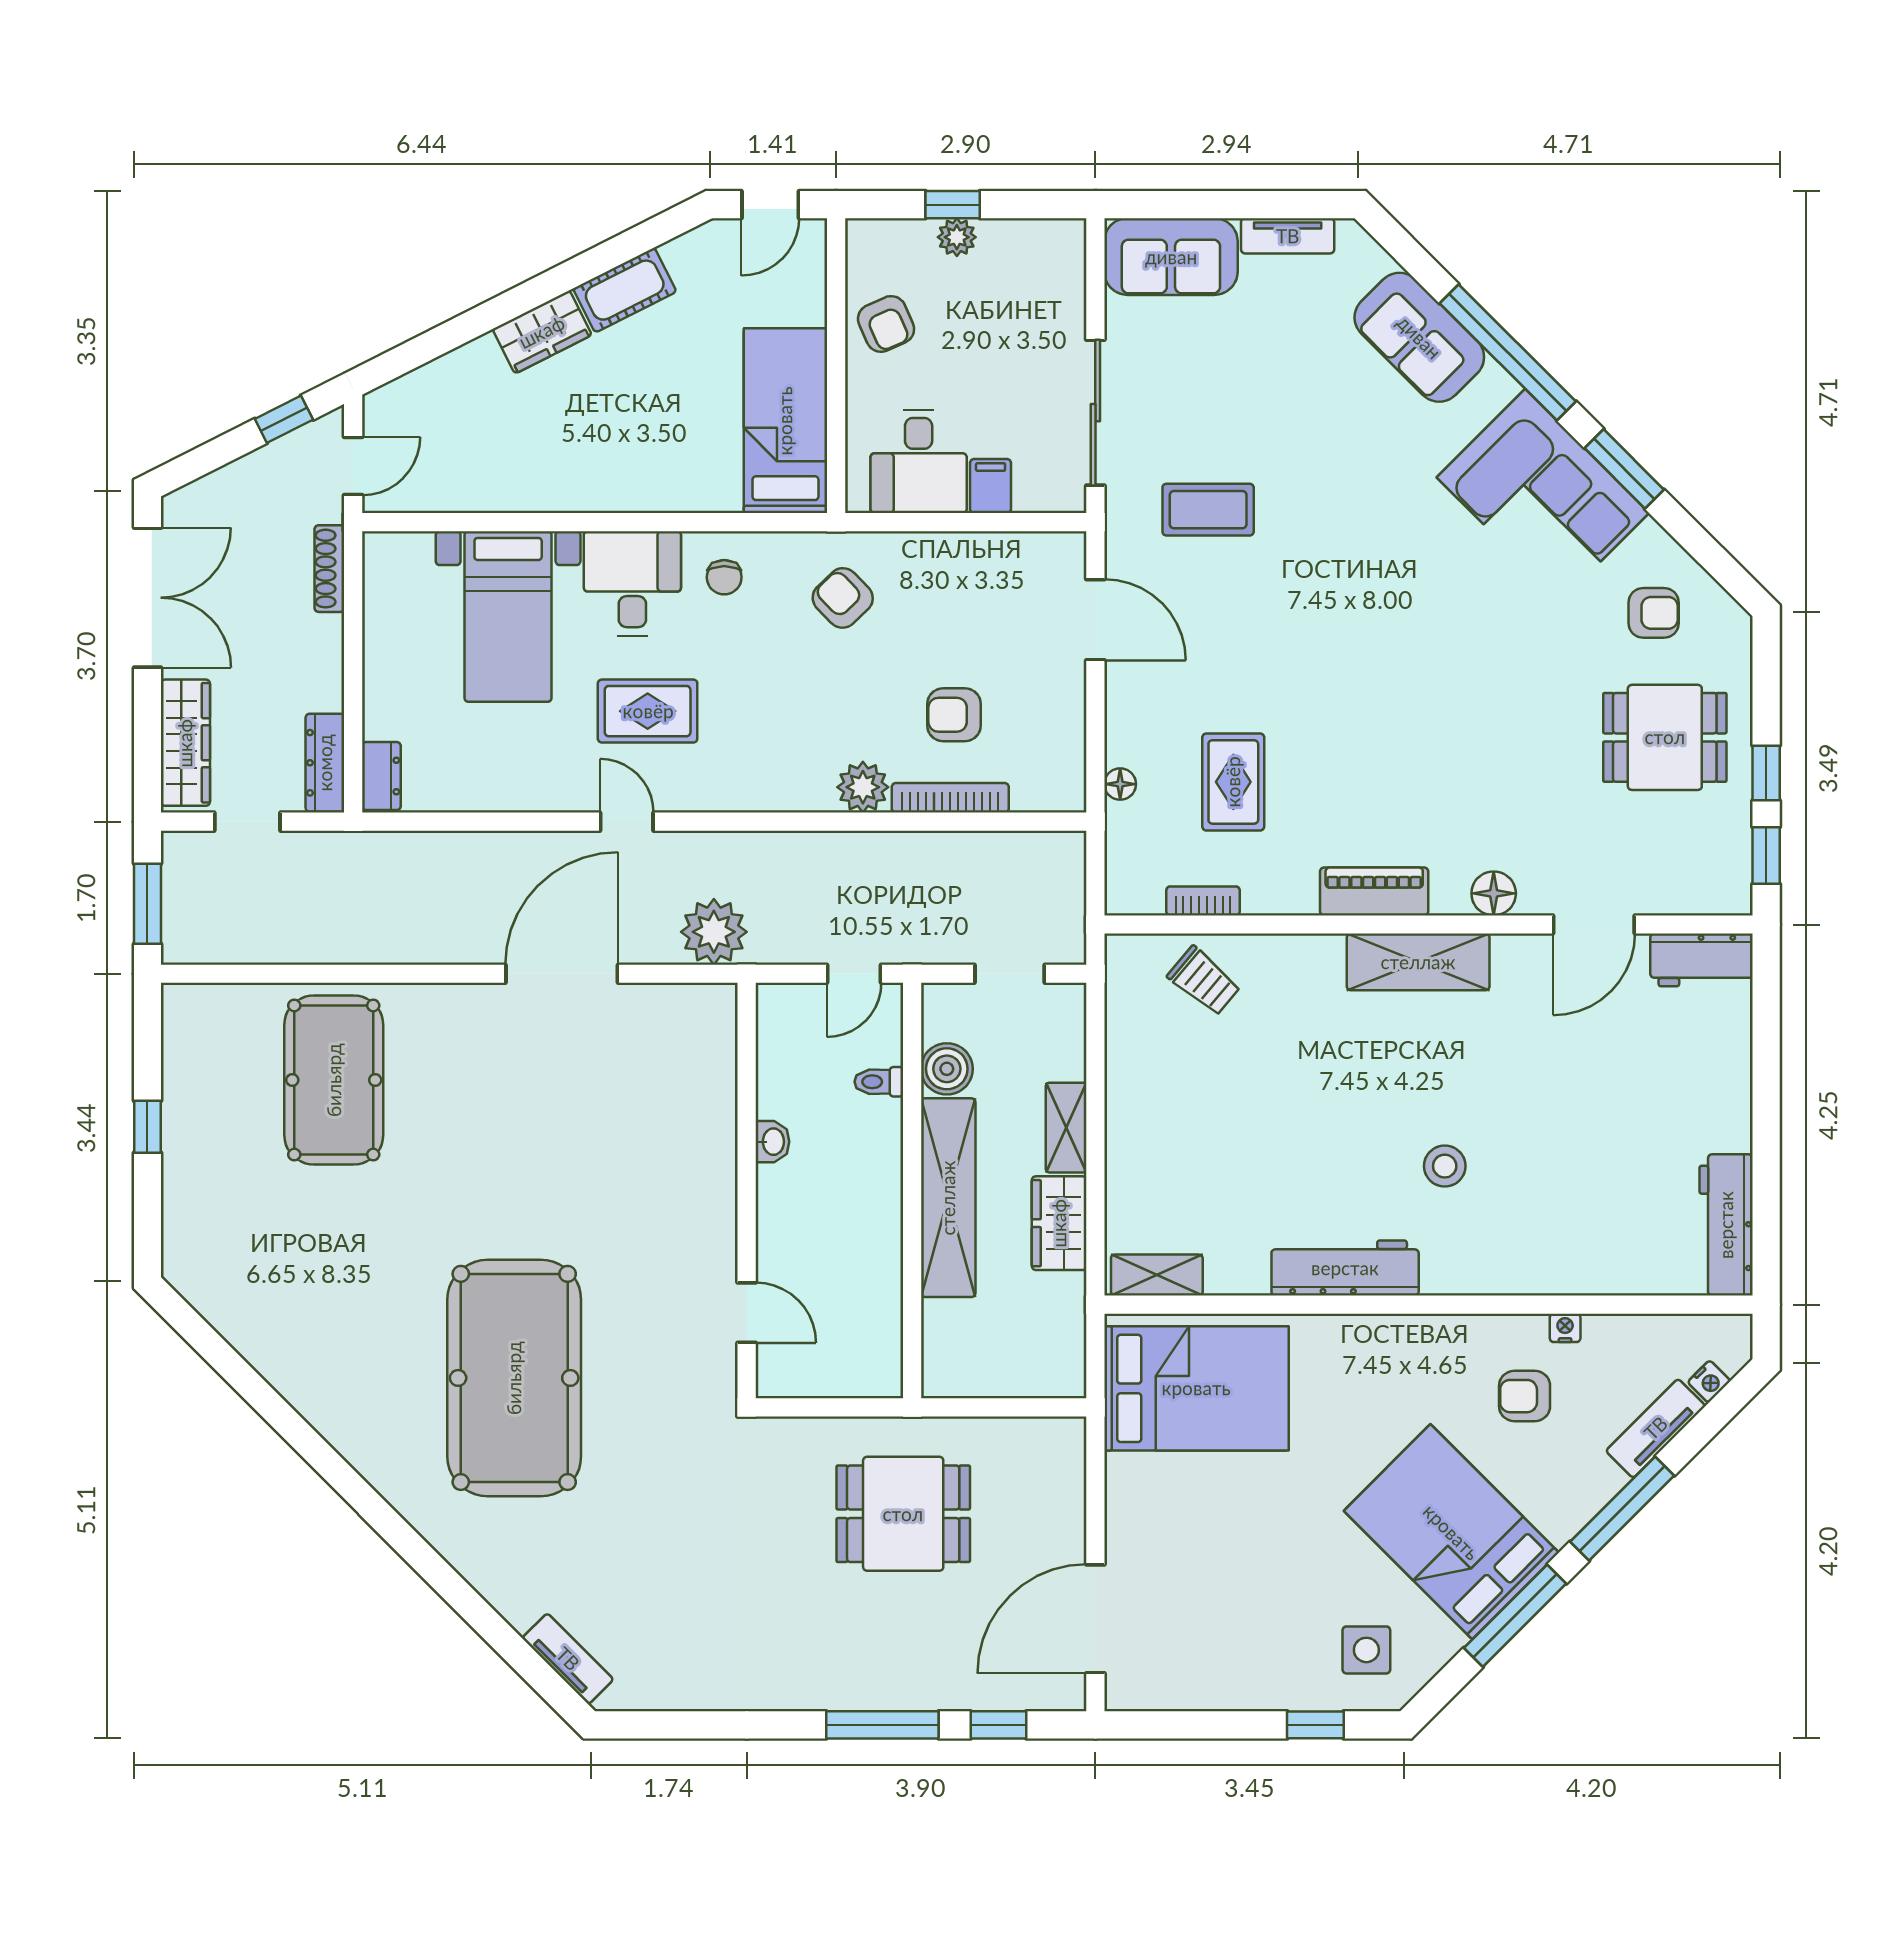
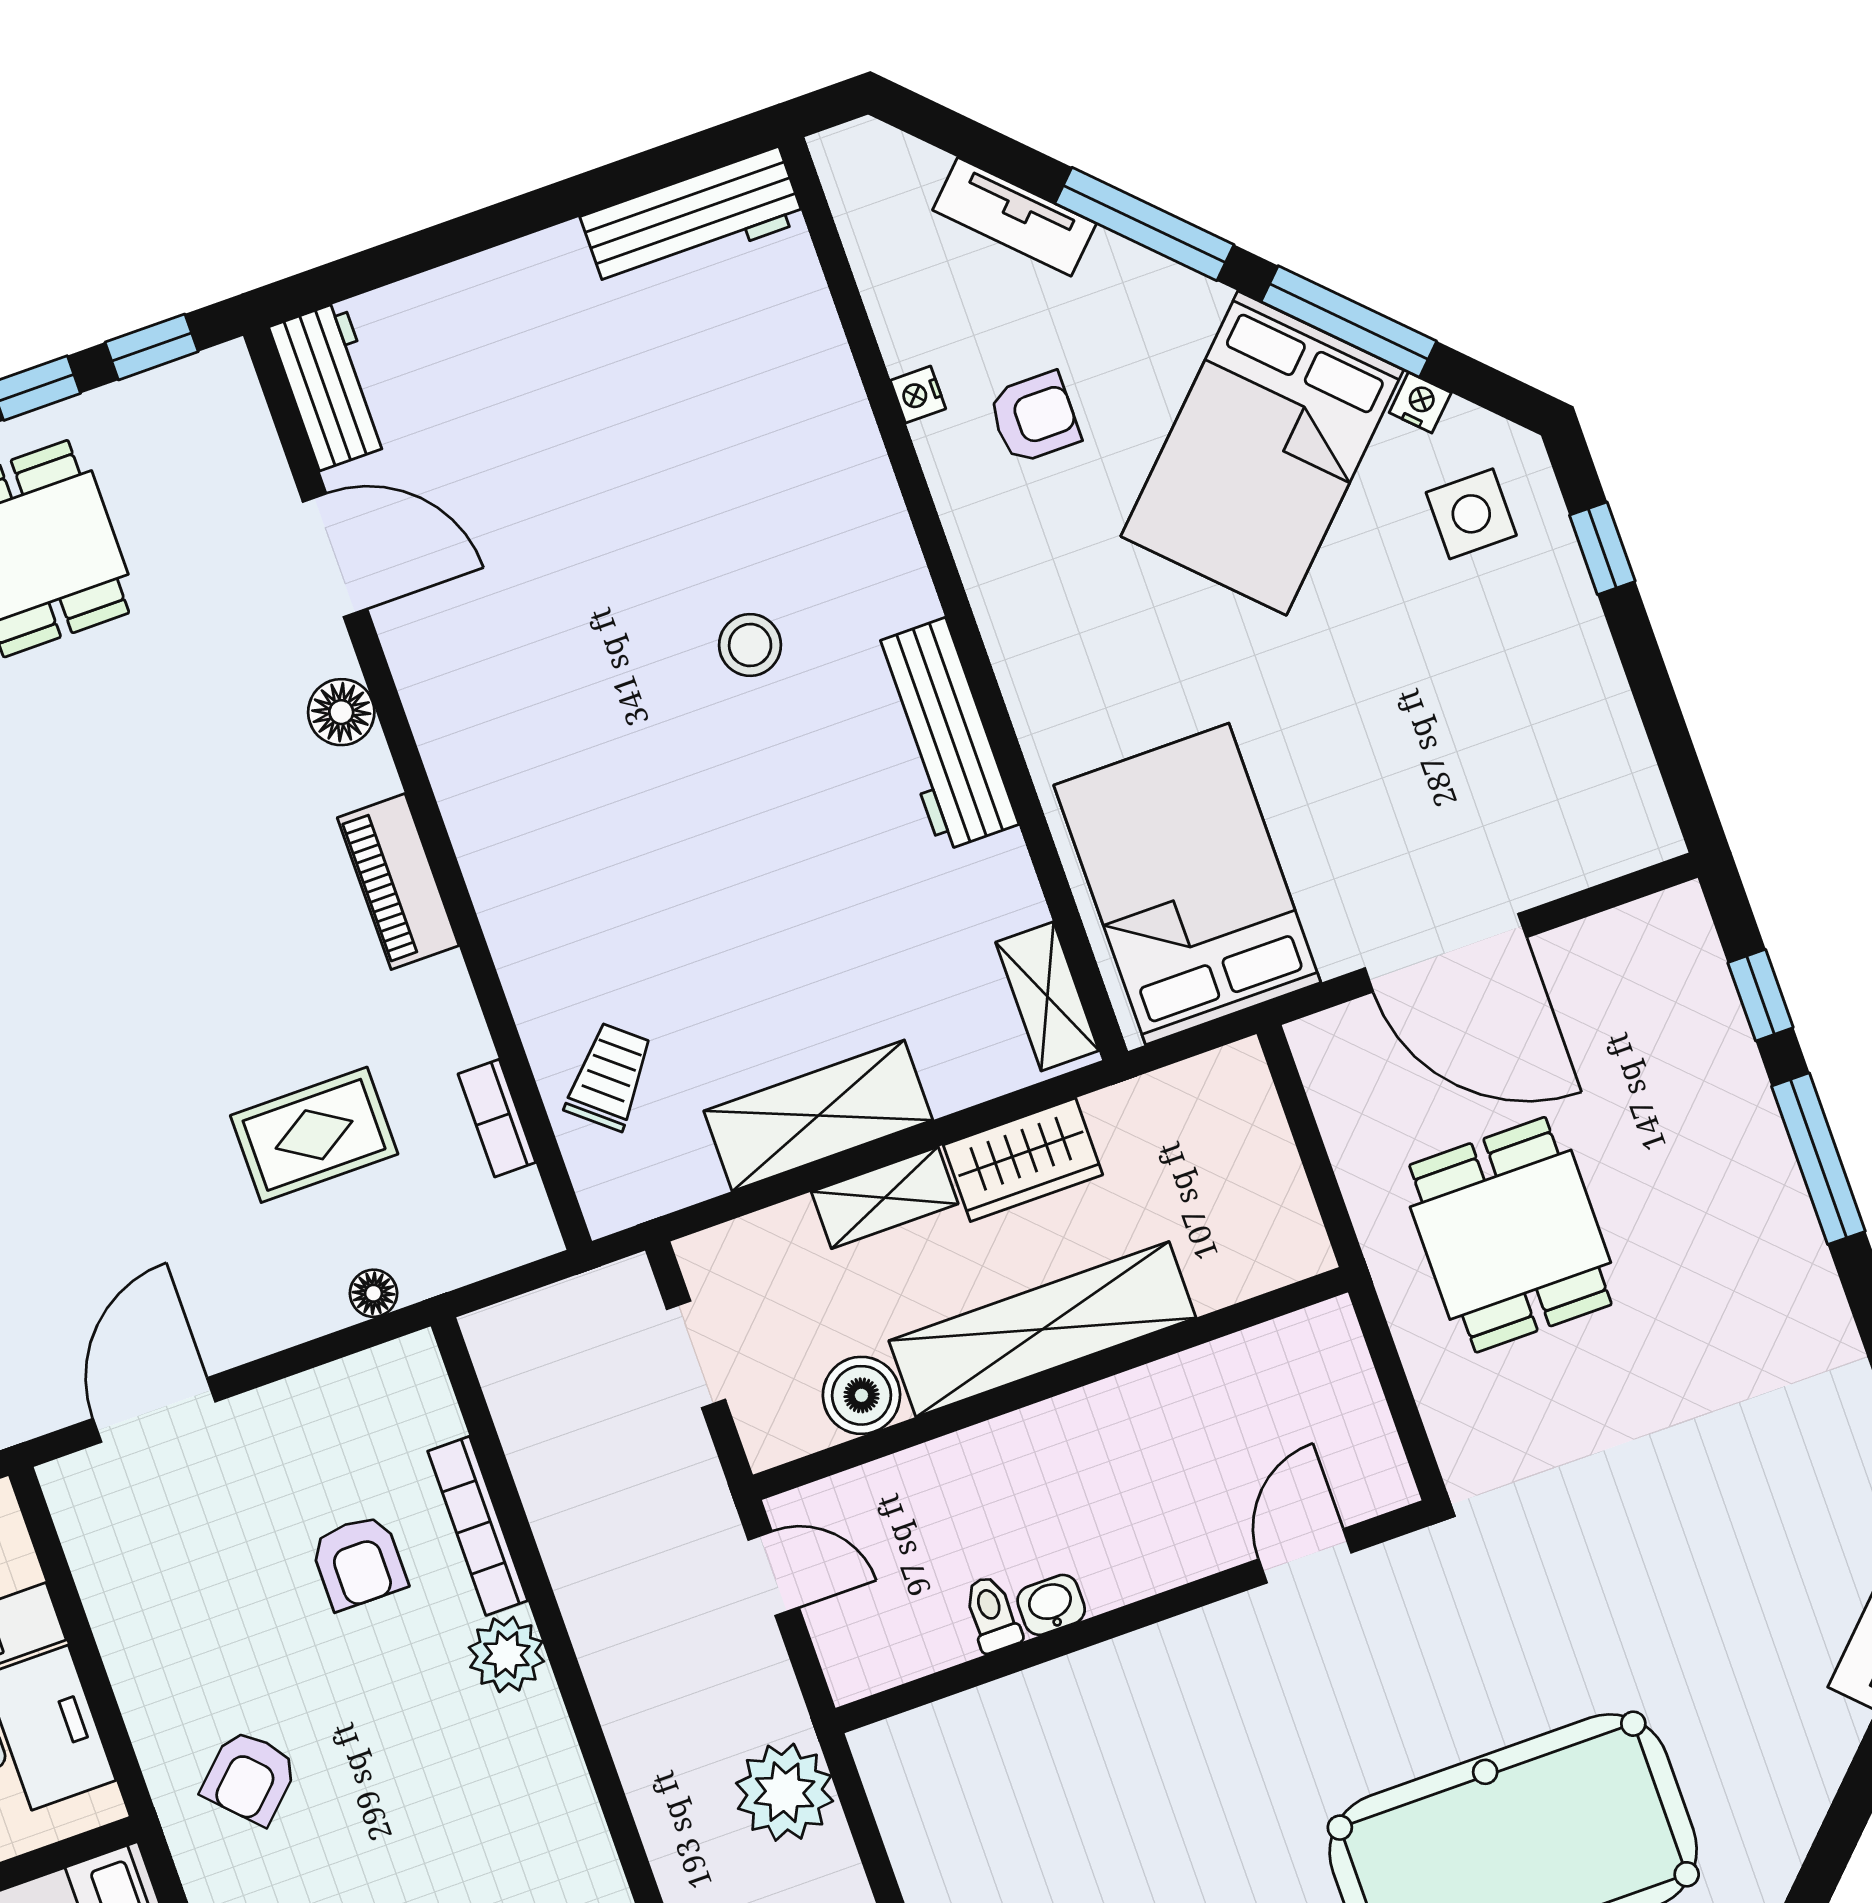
shelving: (1418, 962) -> (818, 1116), moved, turned 90
toilet: (879, 1082) -> (992, 1614), moved, turned 180
nightstand: (1709, 1382) -> (1420, 403), moved
armchair: (1525, 1396) -> (1034, 418), turned -90
door: (1095, 1619) -> (1446, 953), moved

